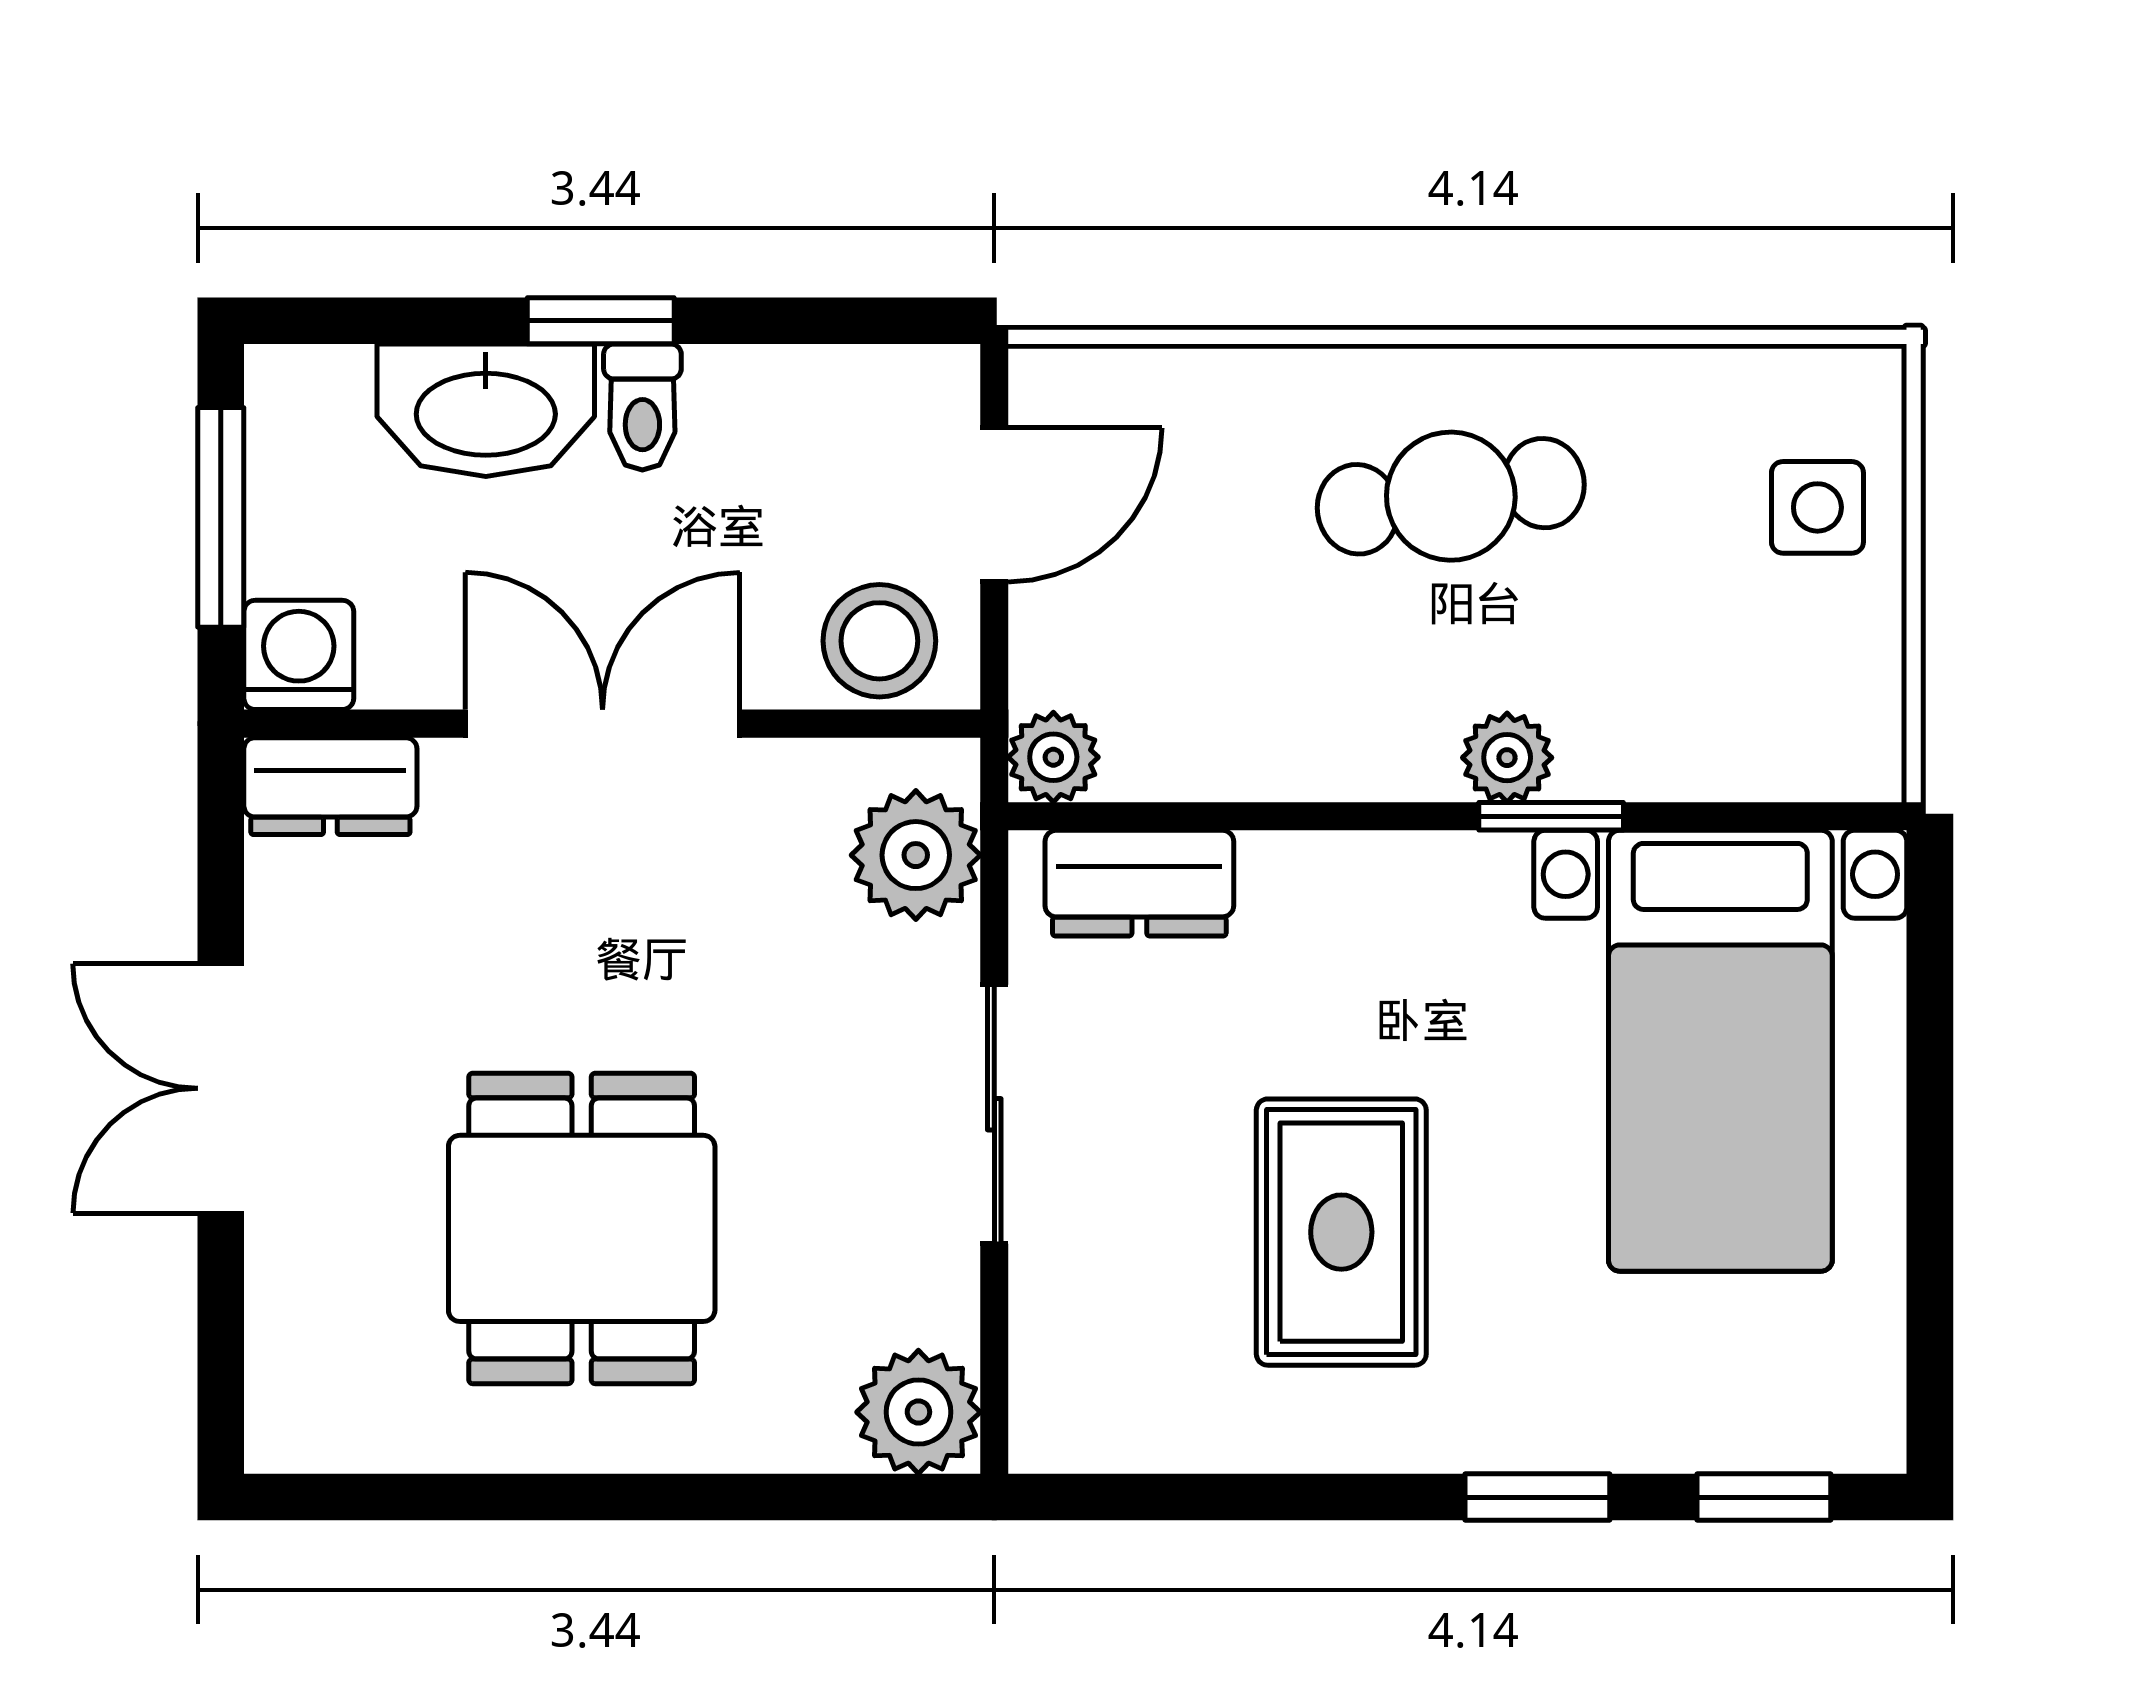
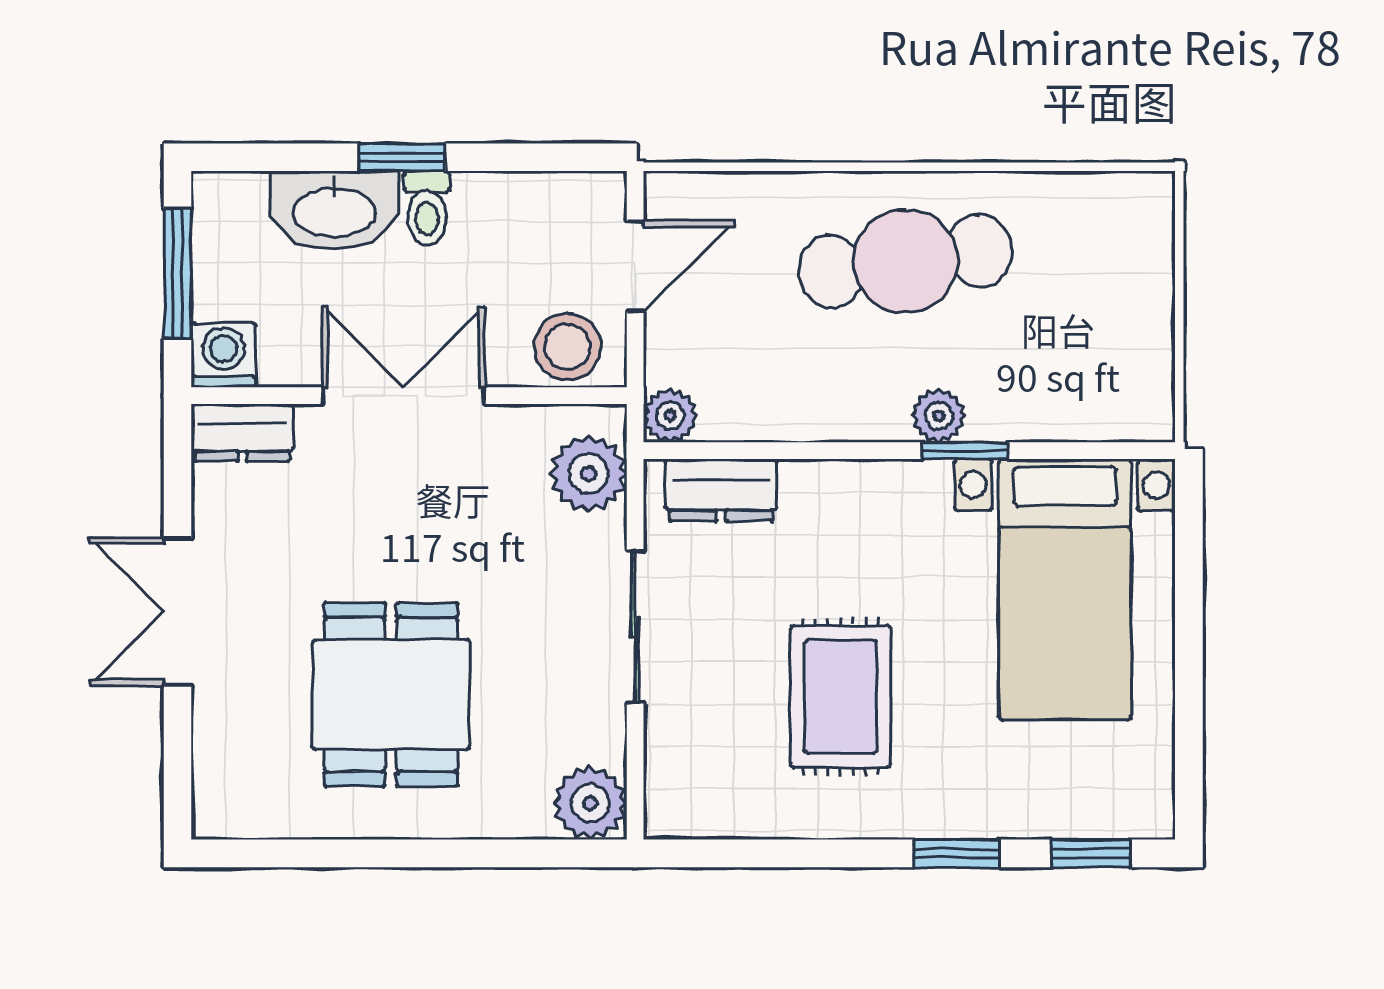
cafe table: (1451, 496) -> (905, 261), width x1.37, depth x1.35
side table: (1817, 507) -> (1122, 268), removed

